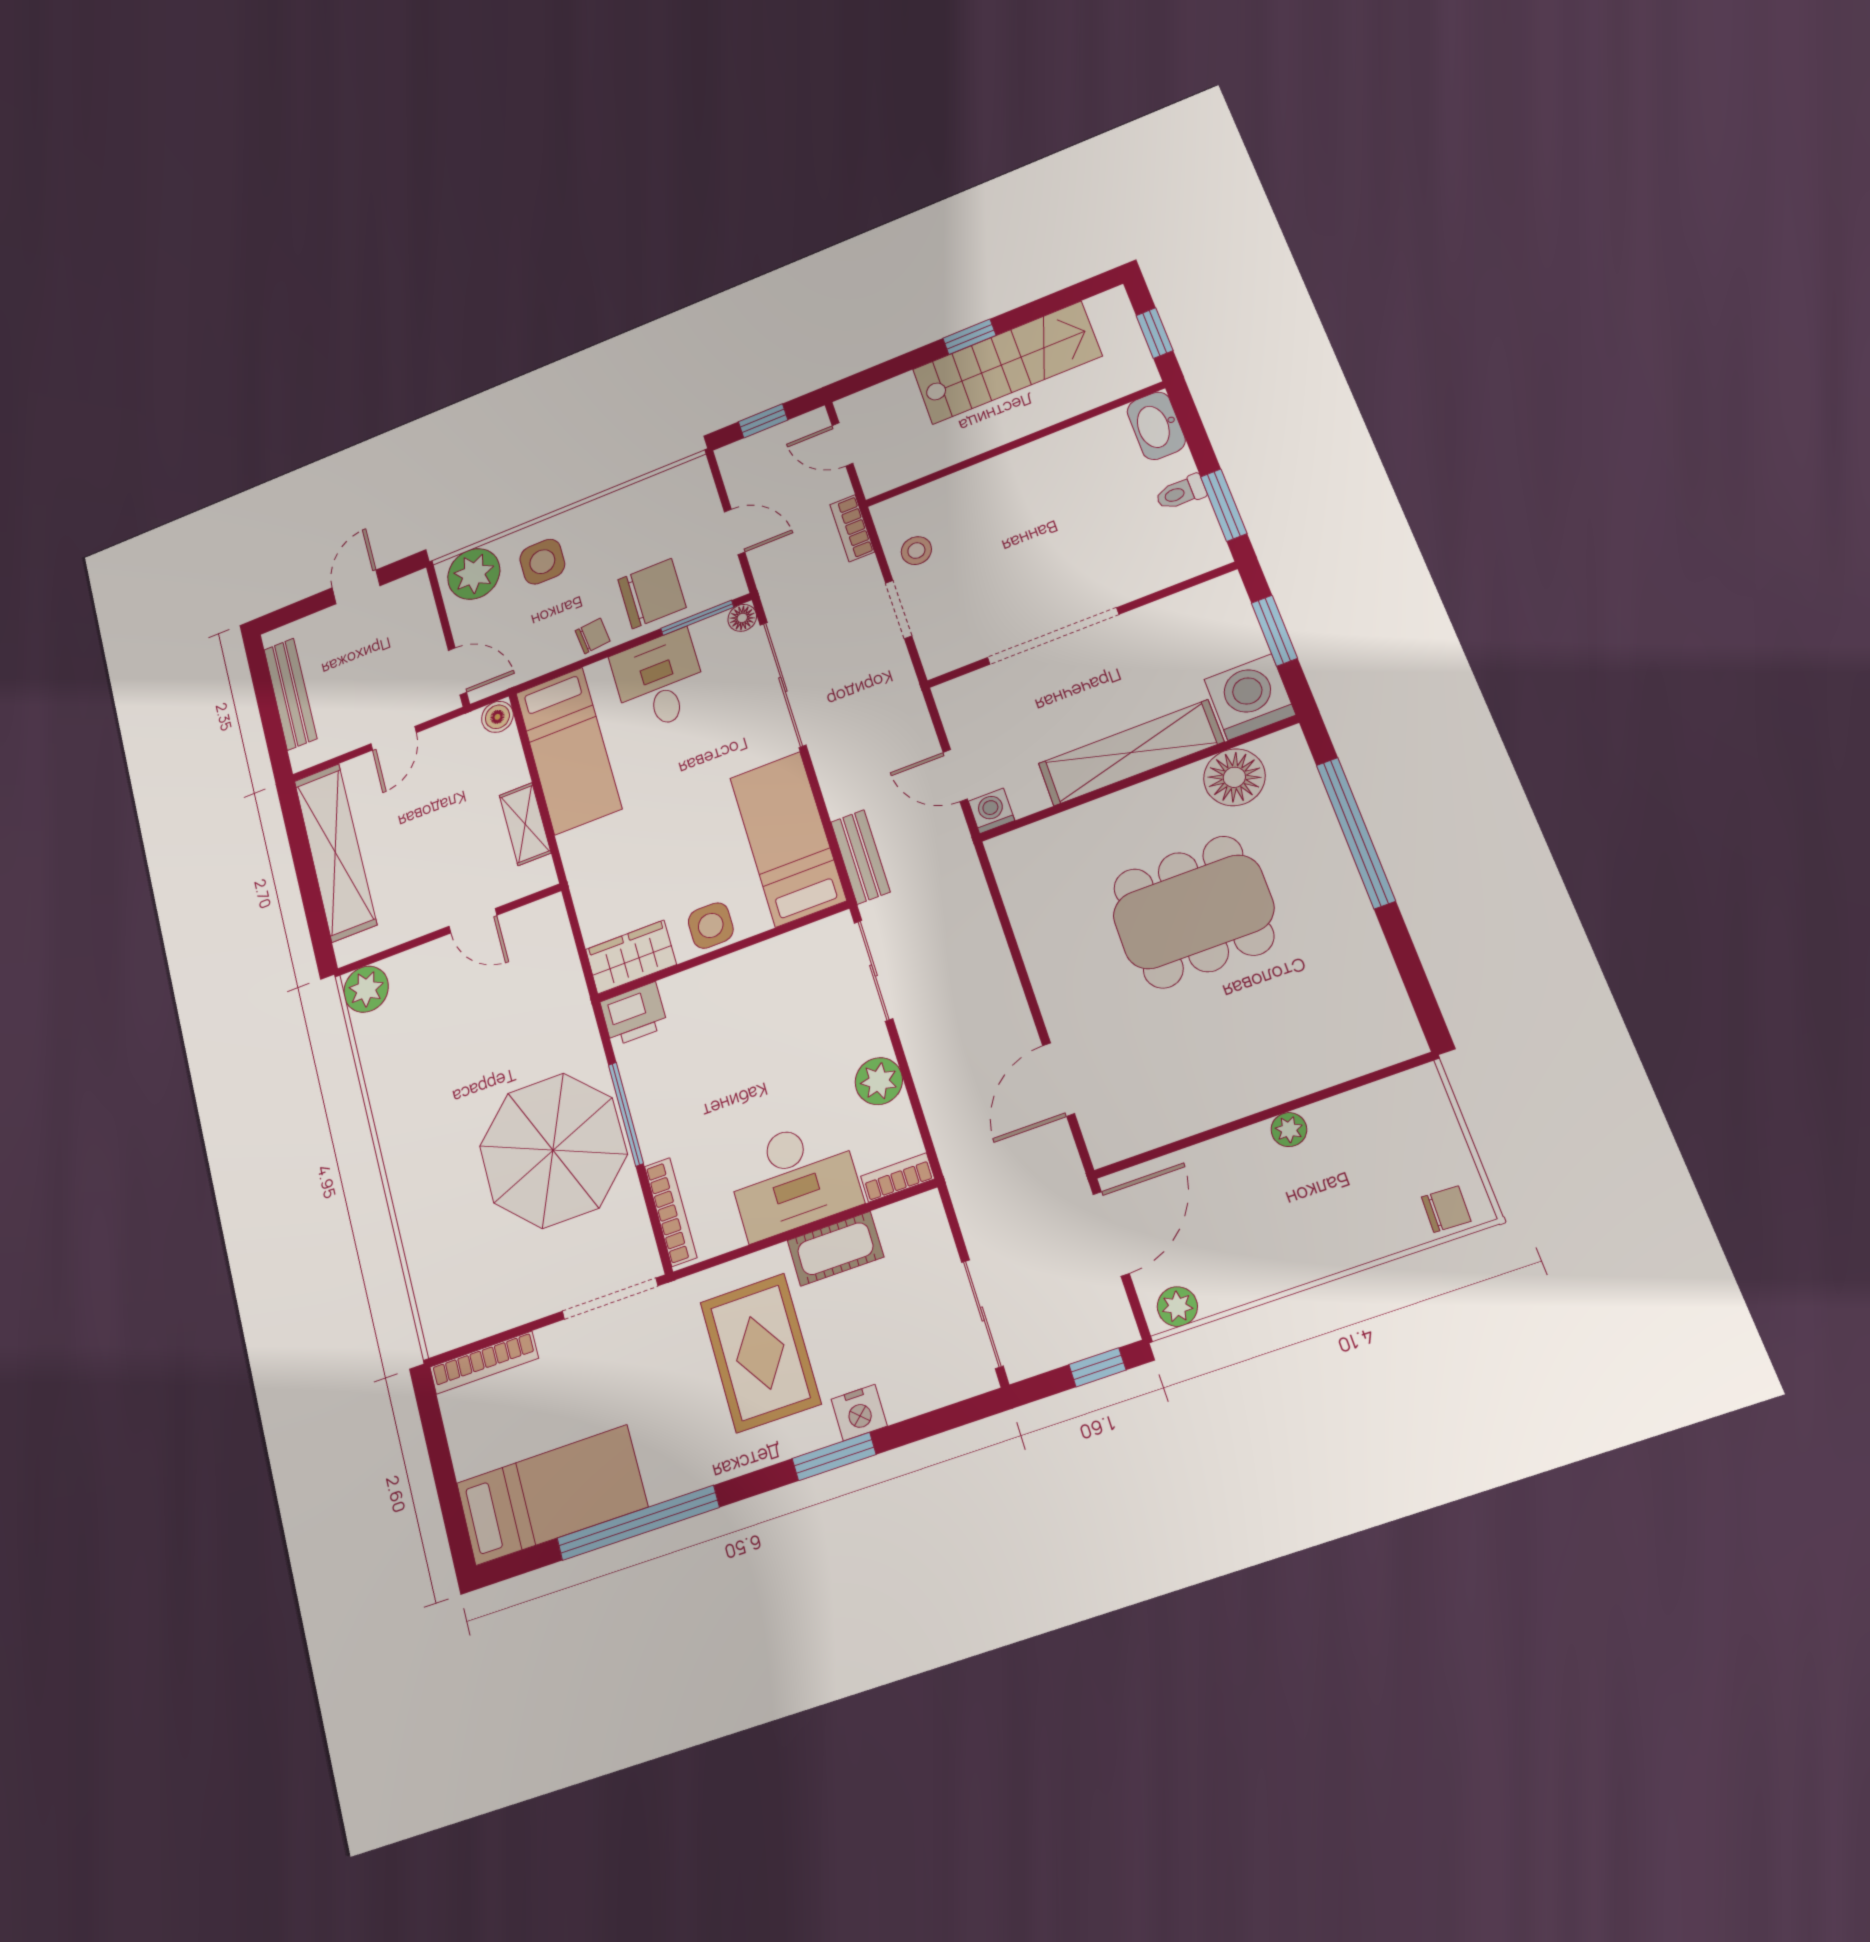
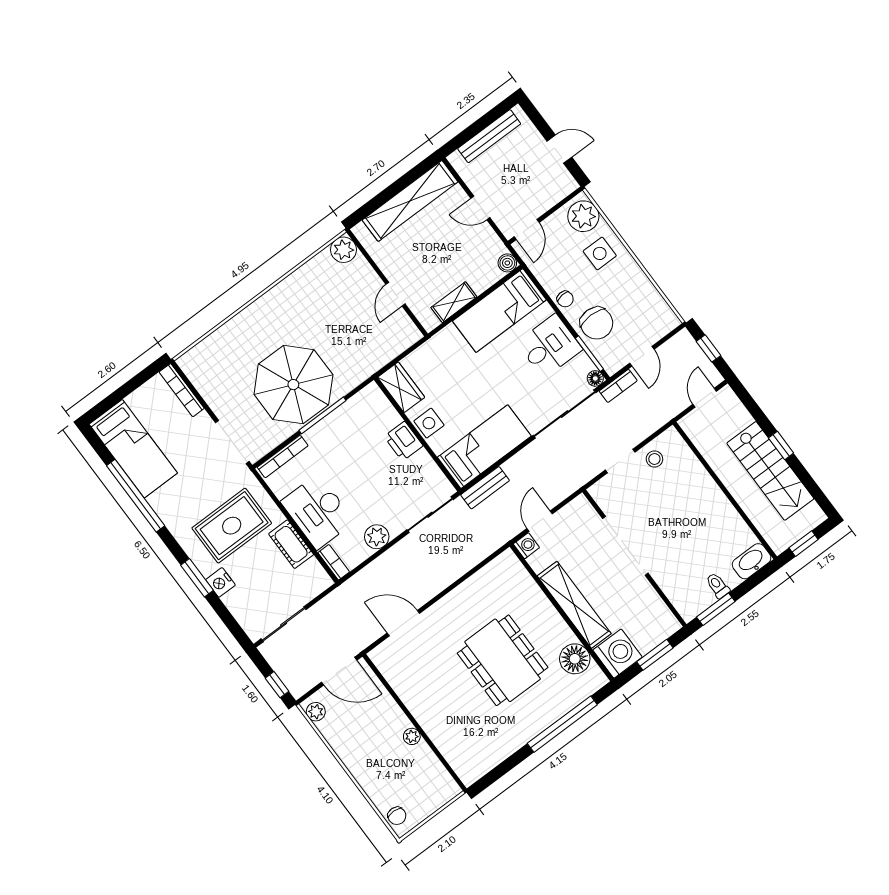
bookcase: (852, 528) -> (618, 386), moved, turned 180
printer: (634, 1014) -> (404, 441), moved

